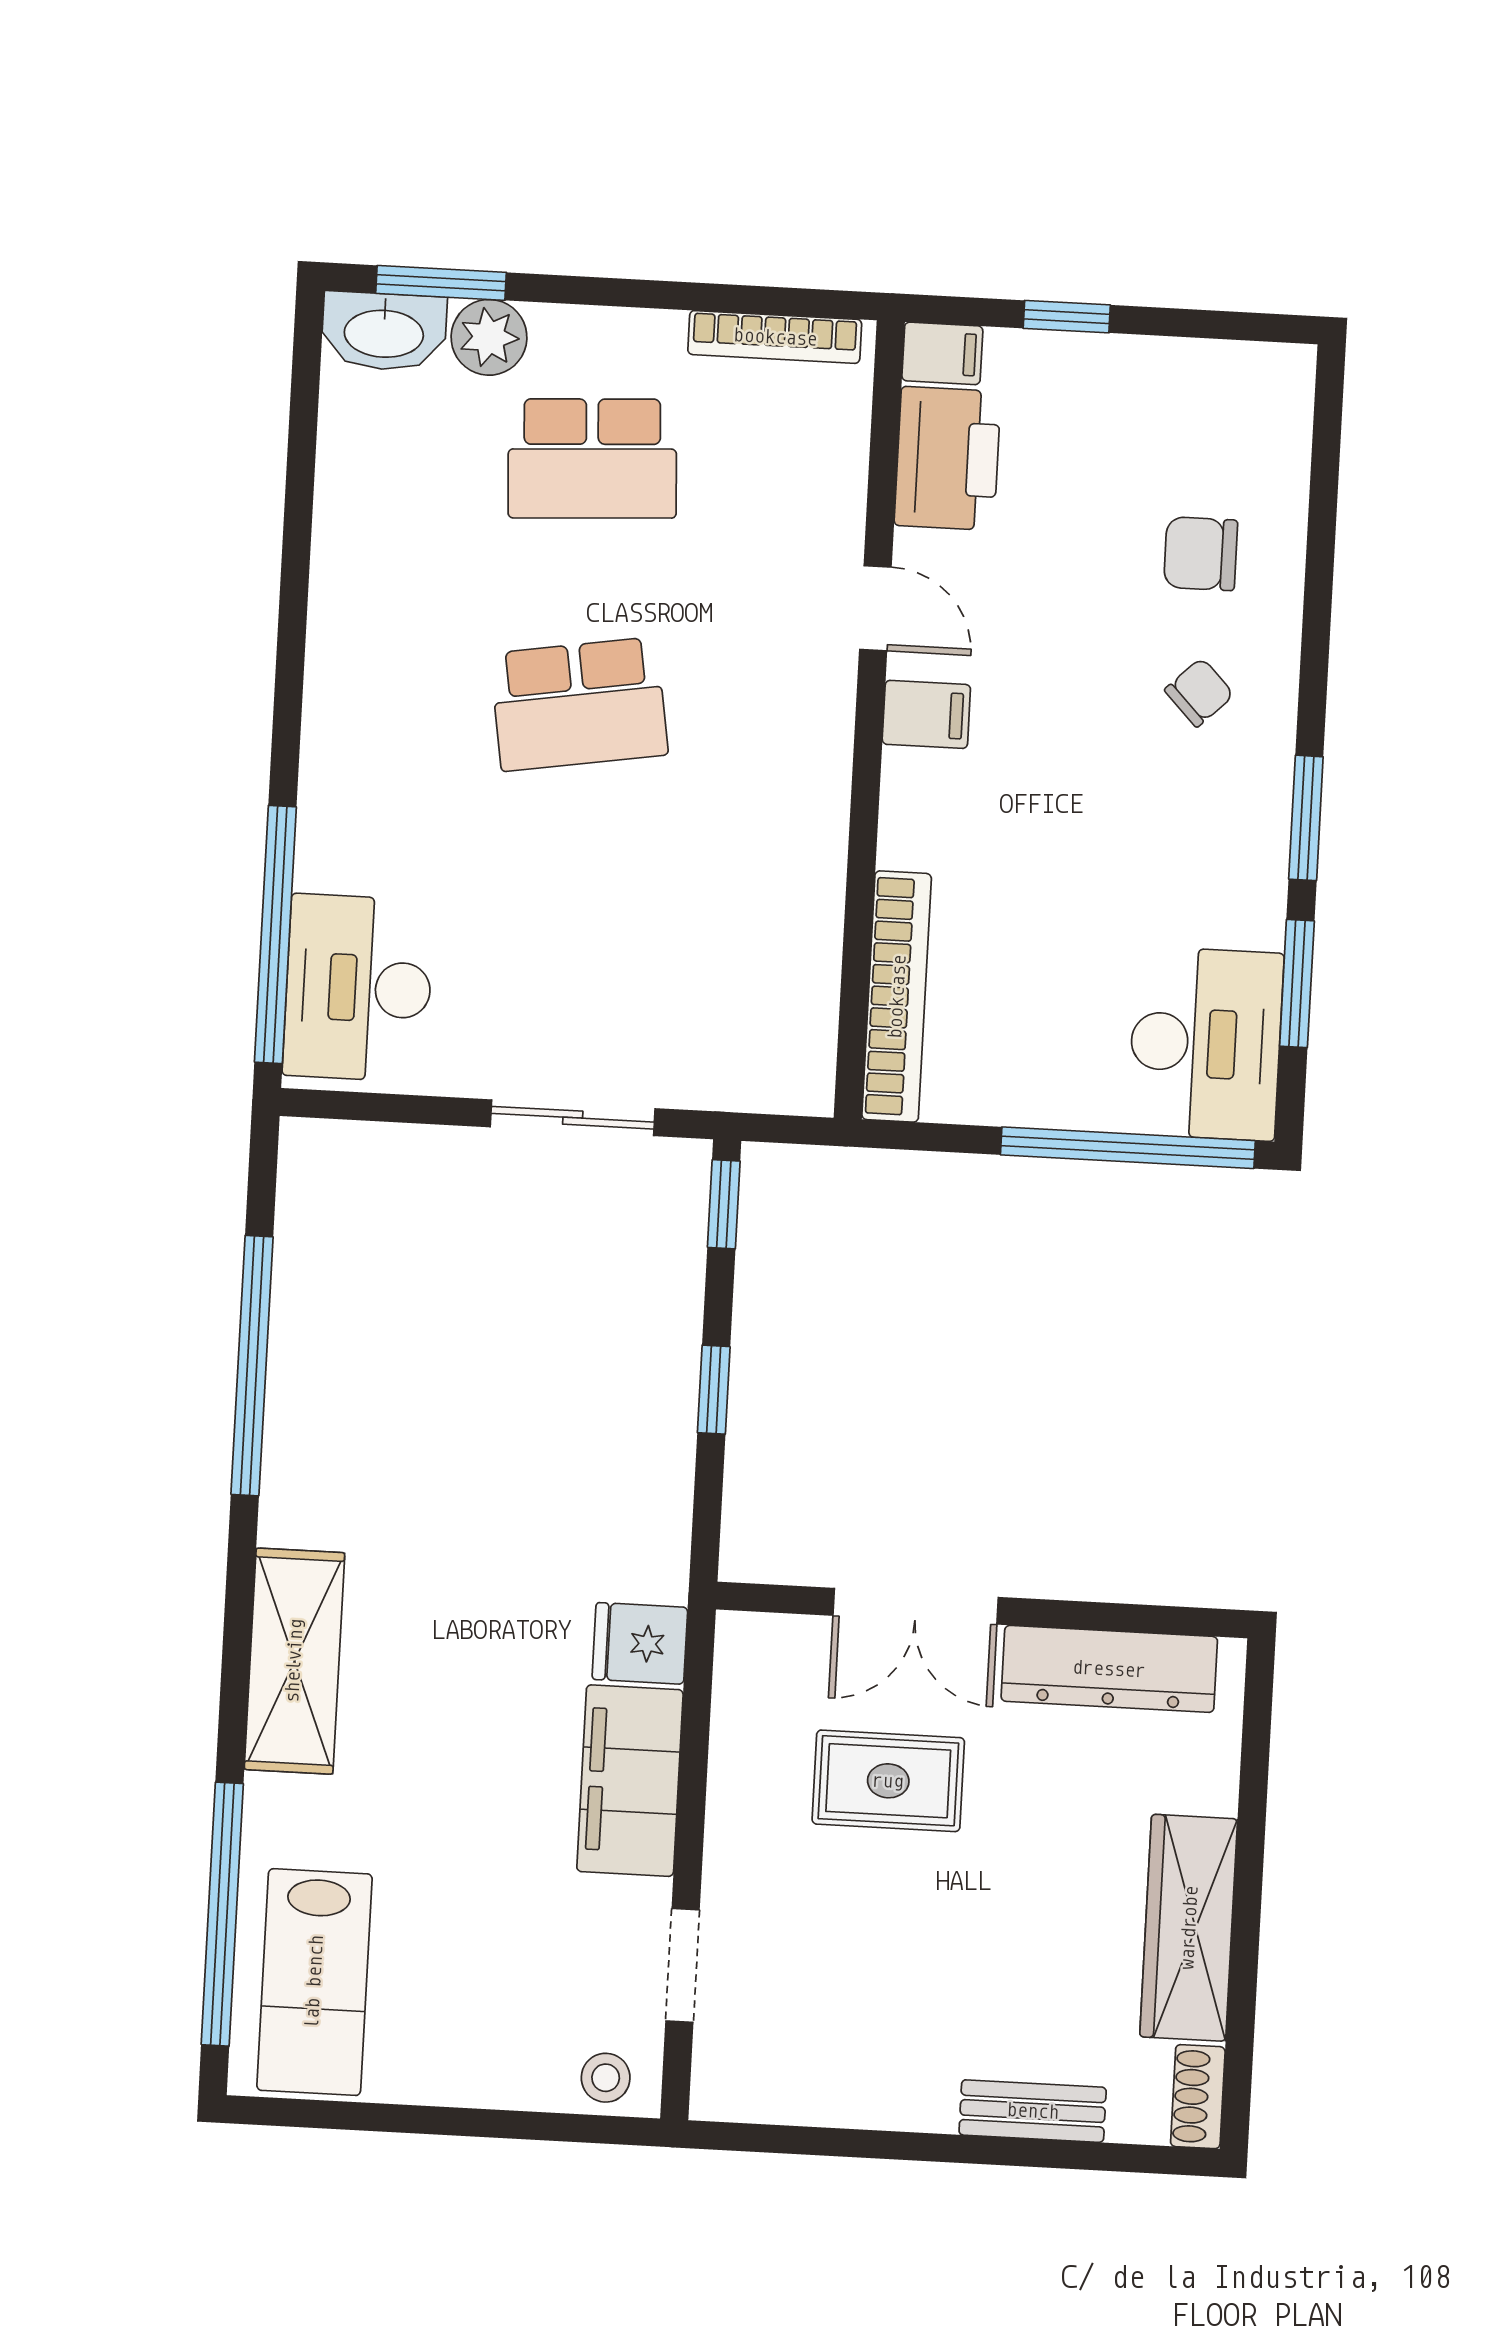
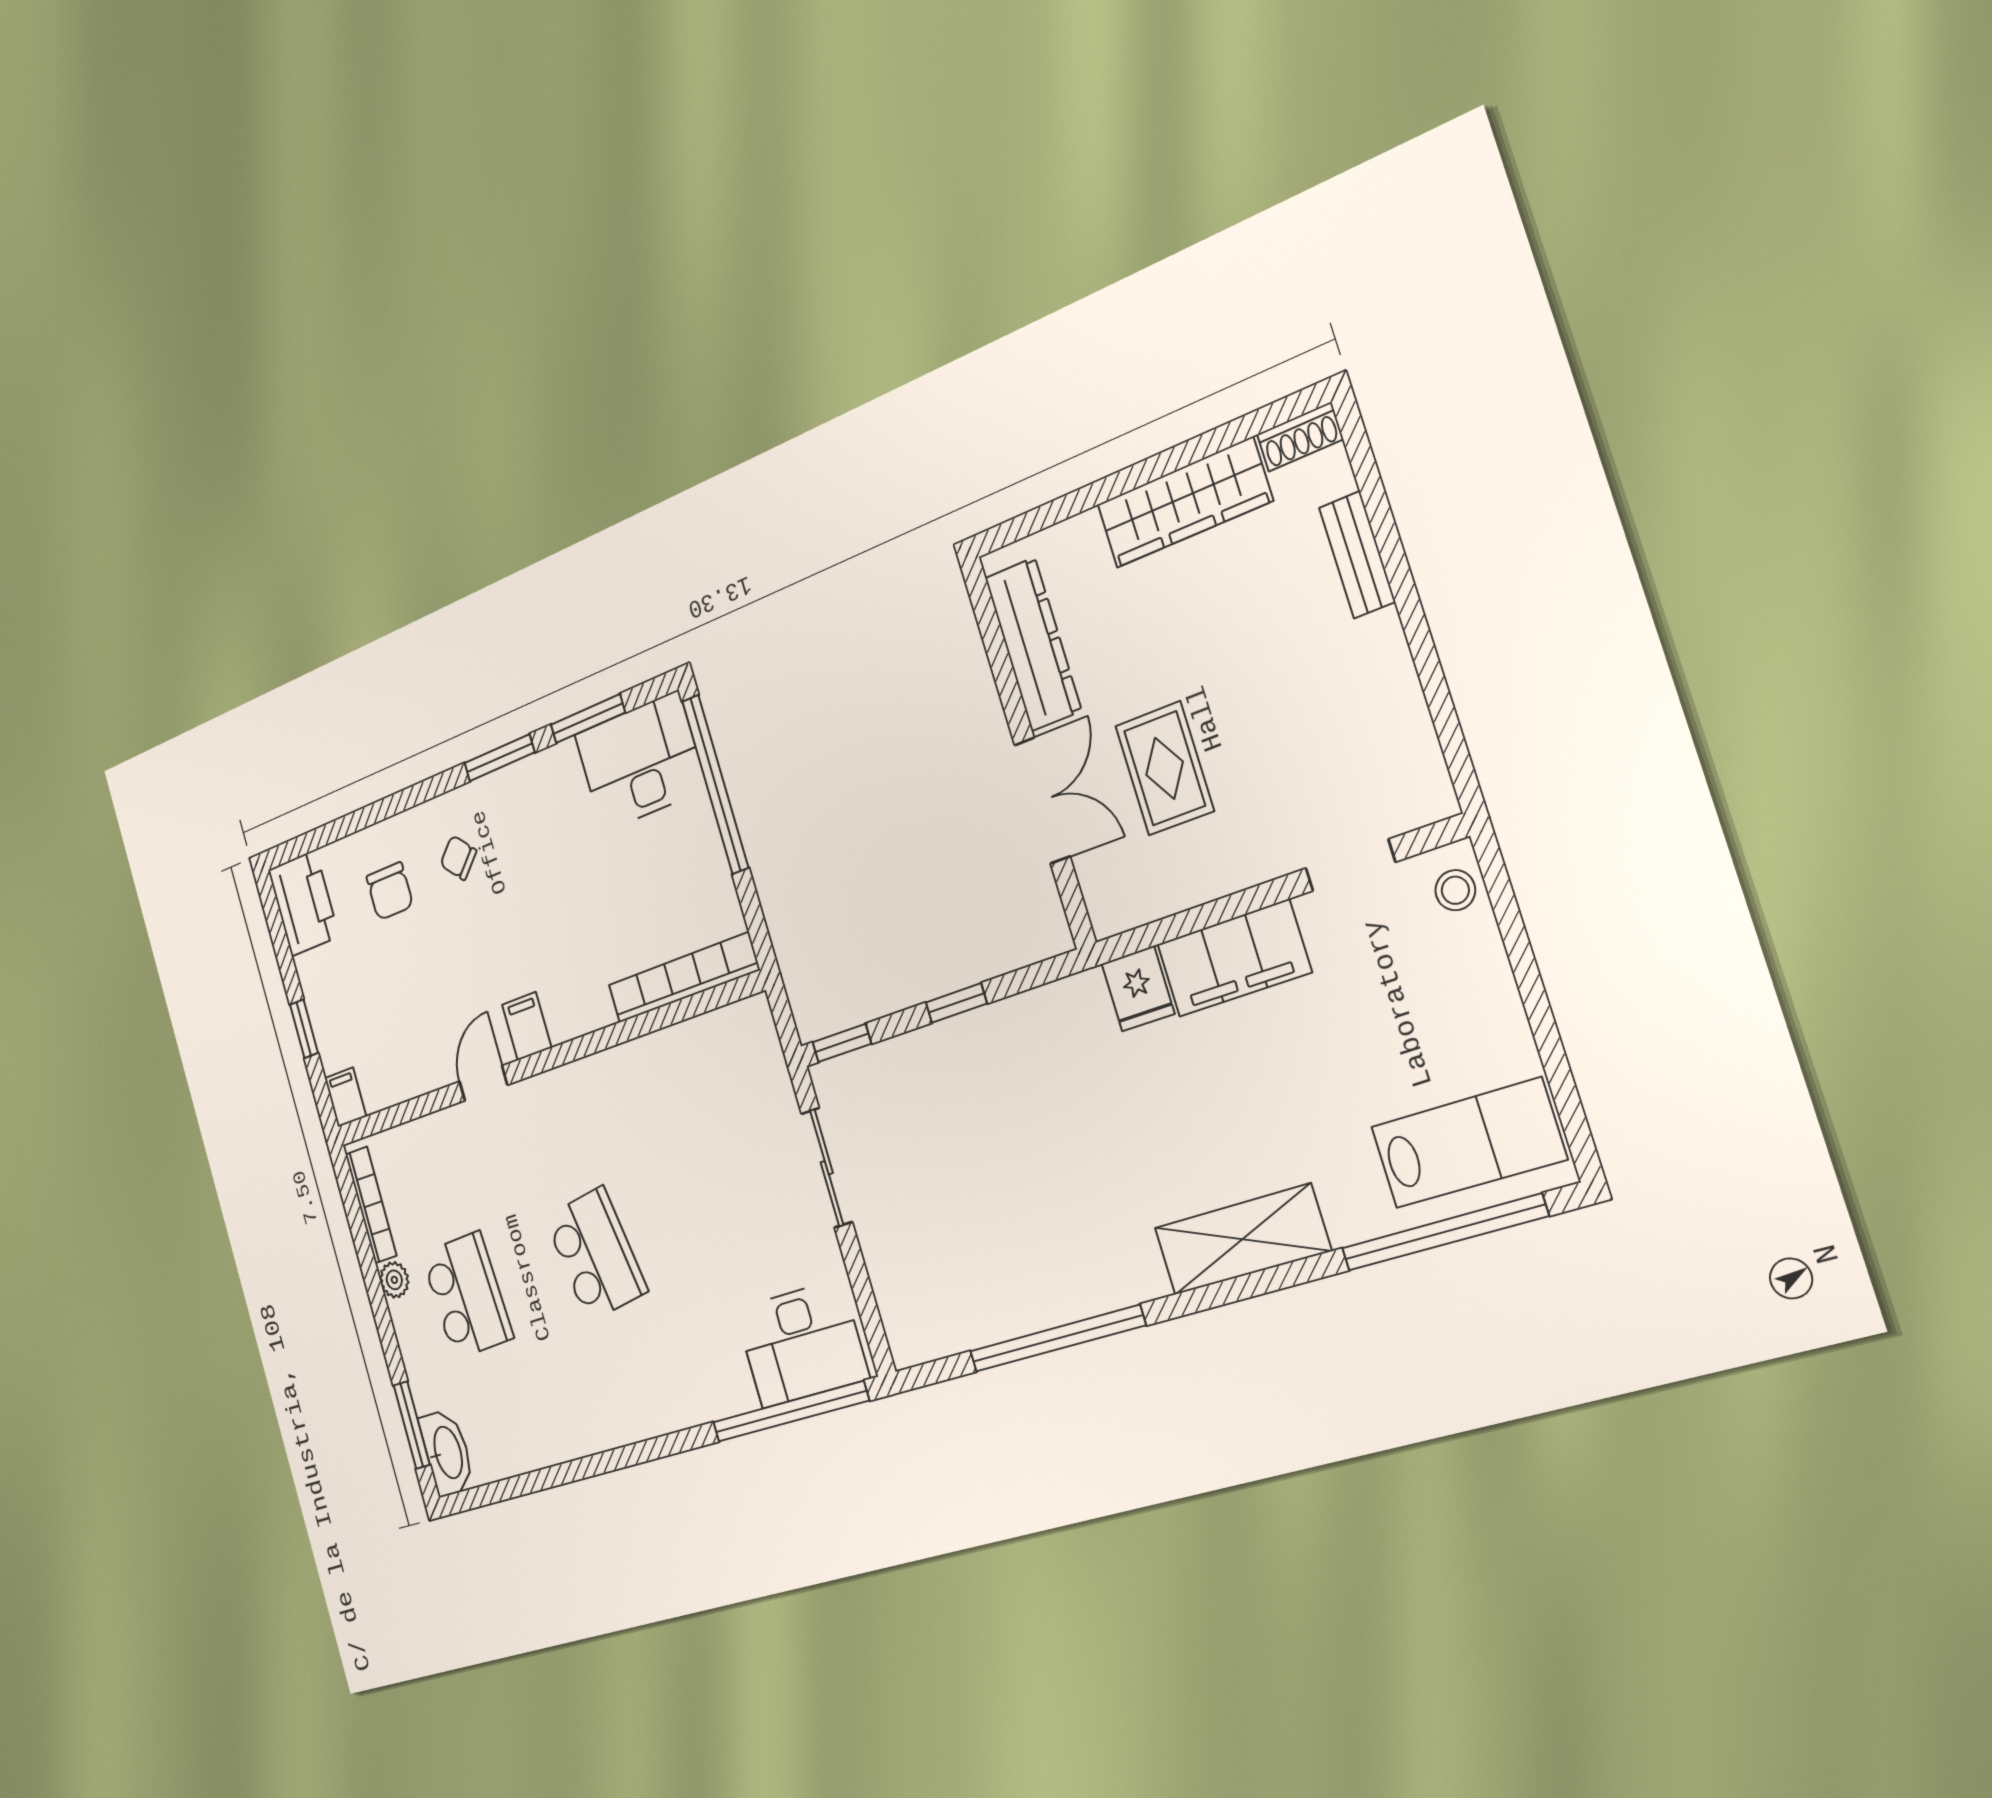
plant: (489, 337) -> (394, 1280), moved, width x0.73, depth x0.73
printer: (948, 458) -> (304, 903), moved, turned 90

